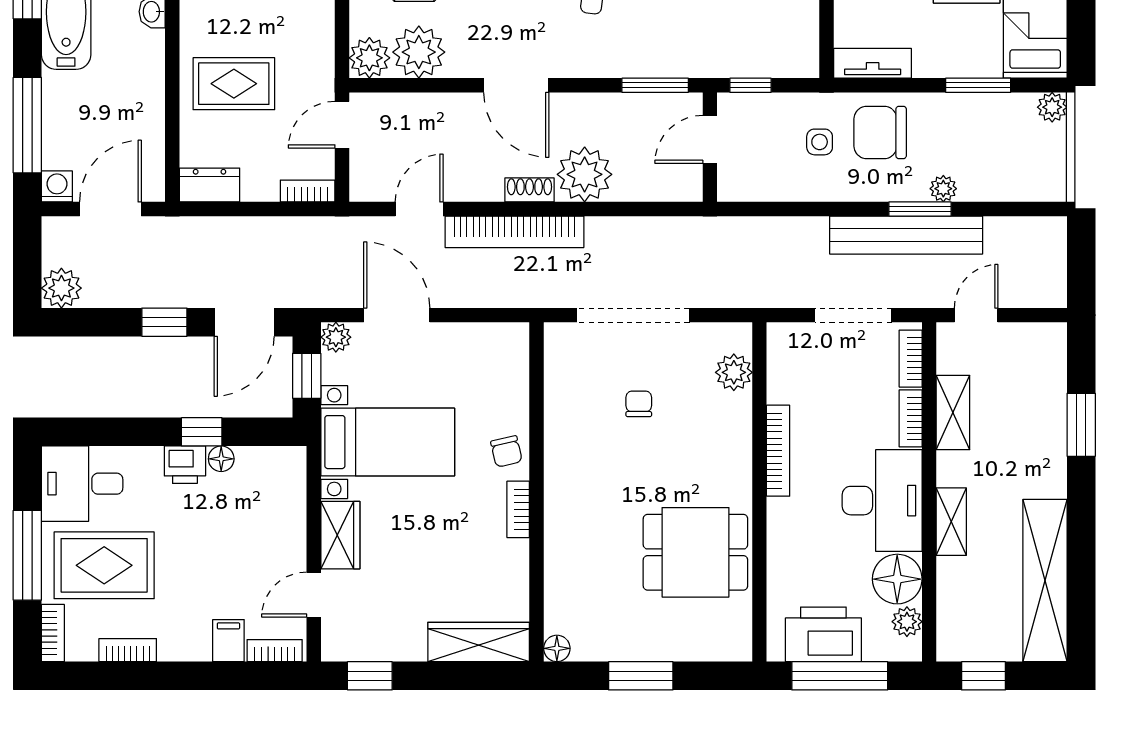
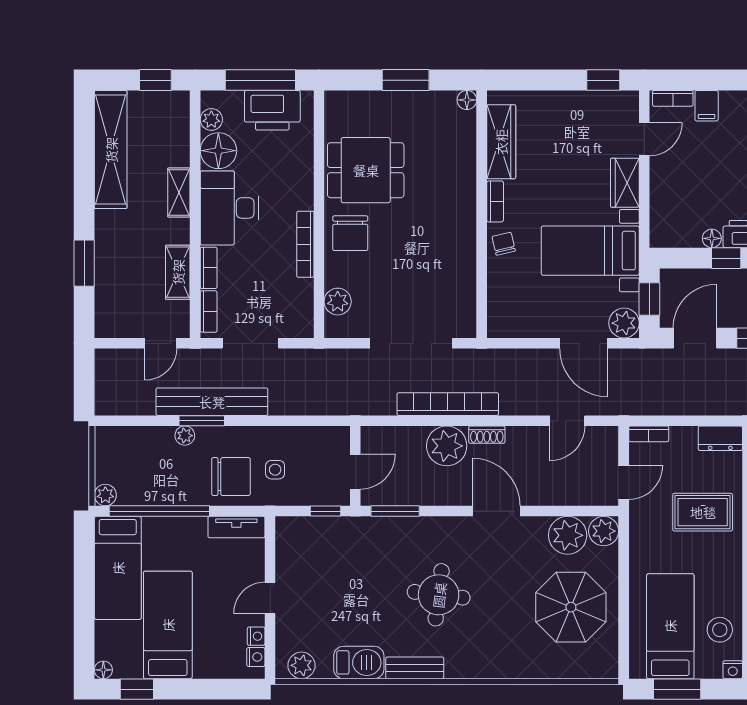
window: (978, 85) -> (159, 511), width x2.11
bookcase: (514, 232) -> (448, 404), moved
plant: (336, 337) -> (624, 323), width x1.38, depth x1.38
chair: (639, 404) -> (350, 233), moved, width x1.87, depth x1.87
wardrobe: (479, 642) -> (501, 142), moved, turned -90

